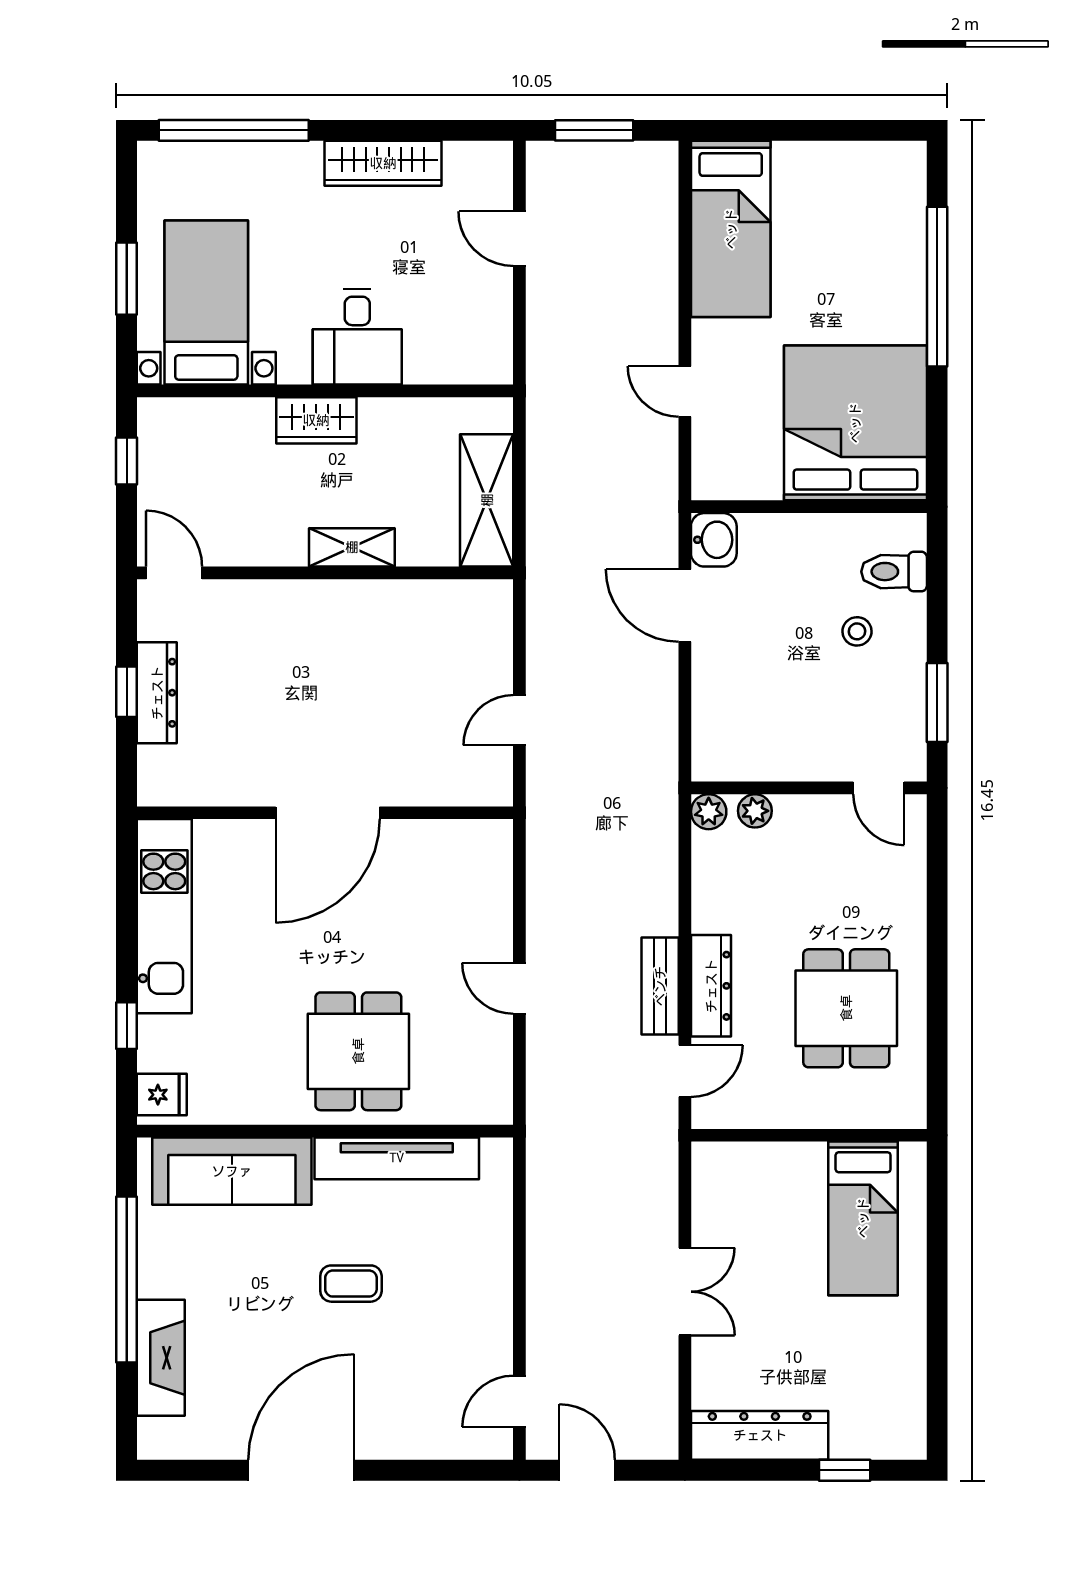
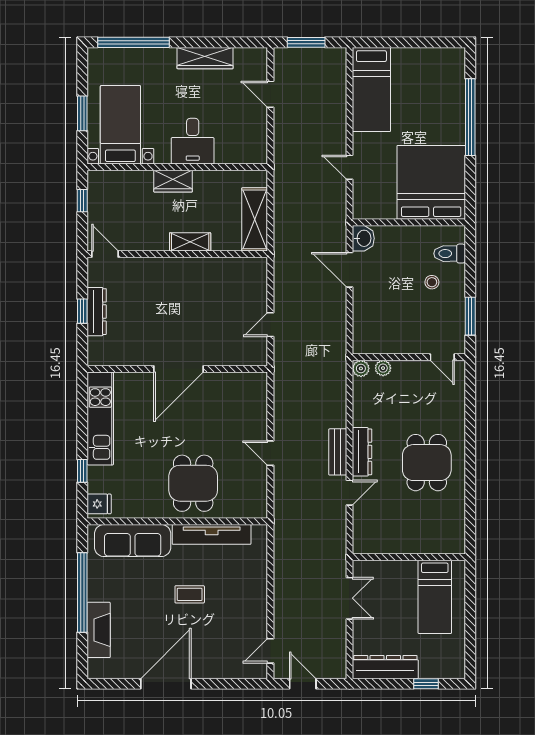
wall: (809, 1135) -> (409, 557), moved
bed: (863, 1218) -> (435, 597), moved

